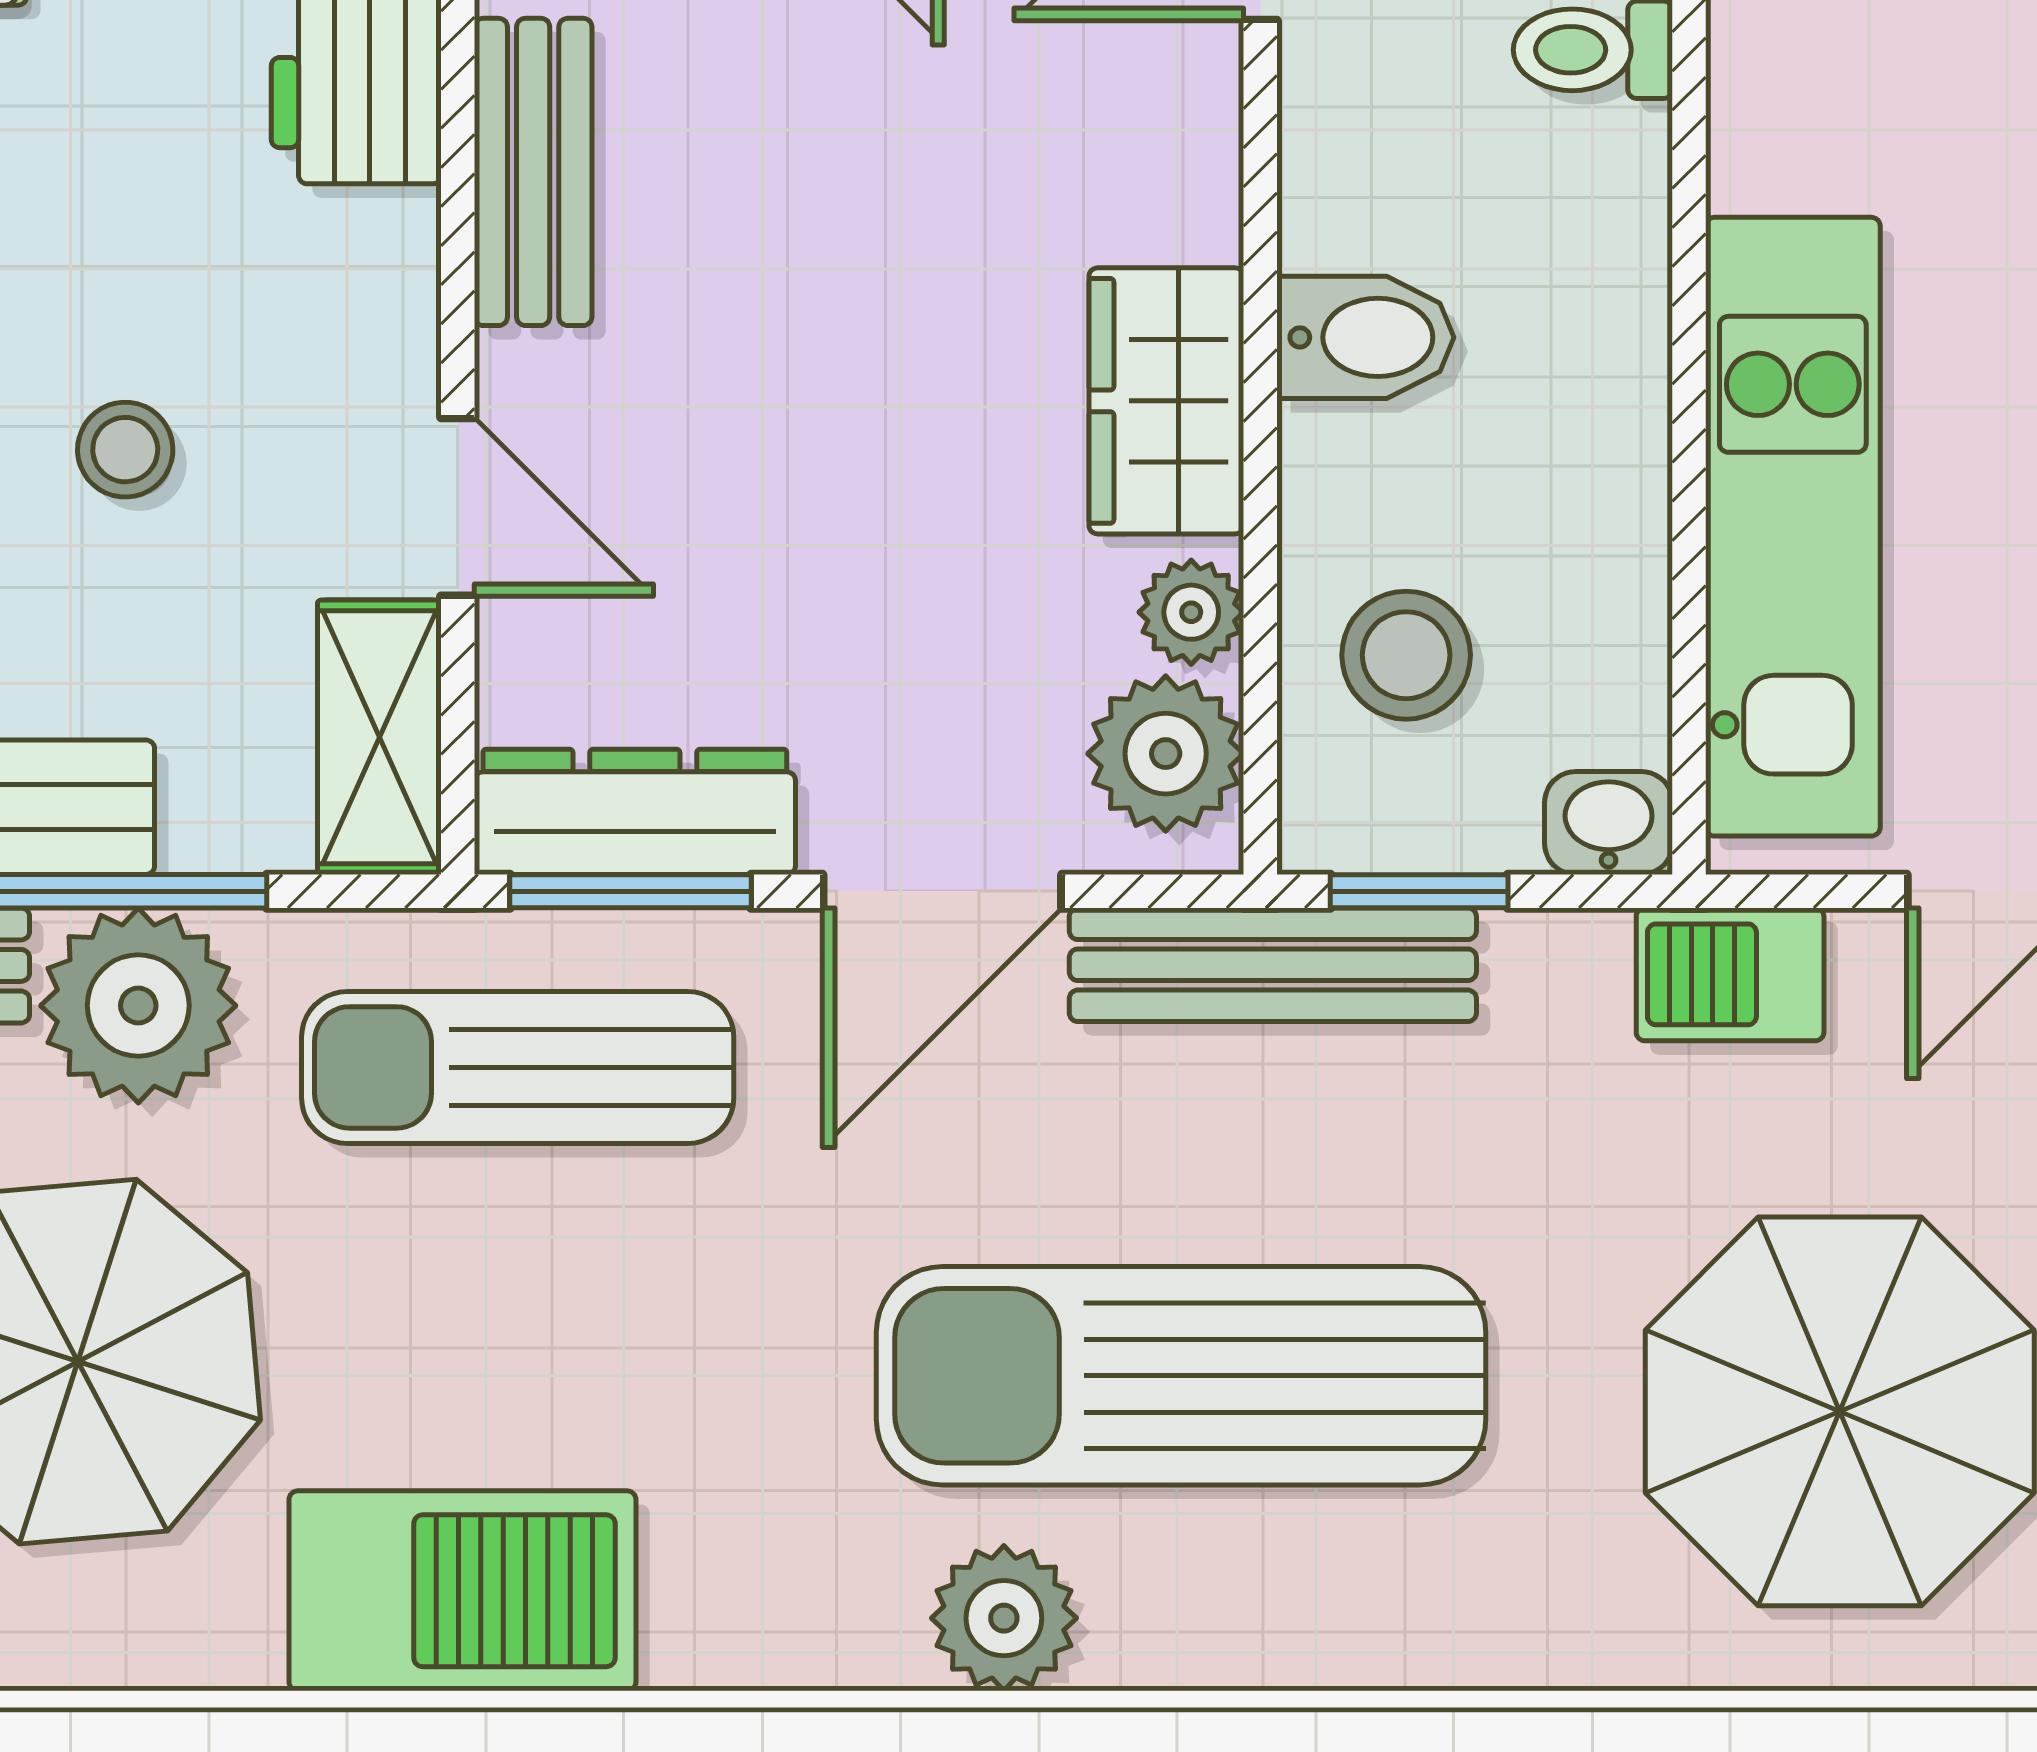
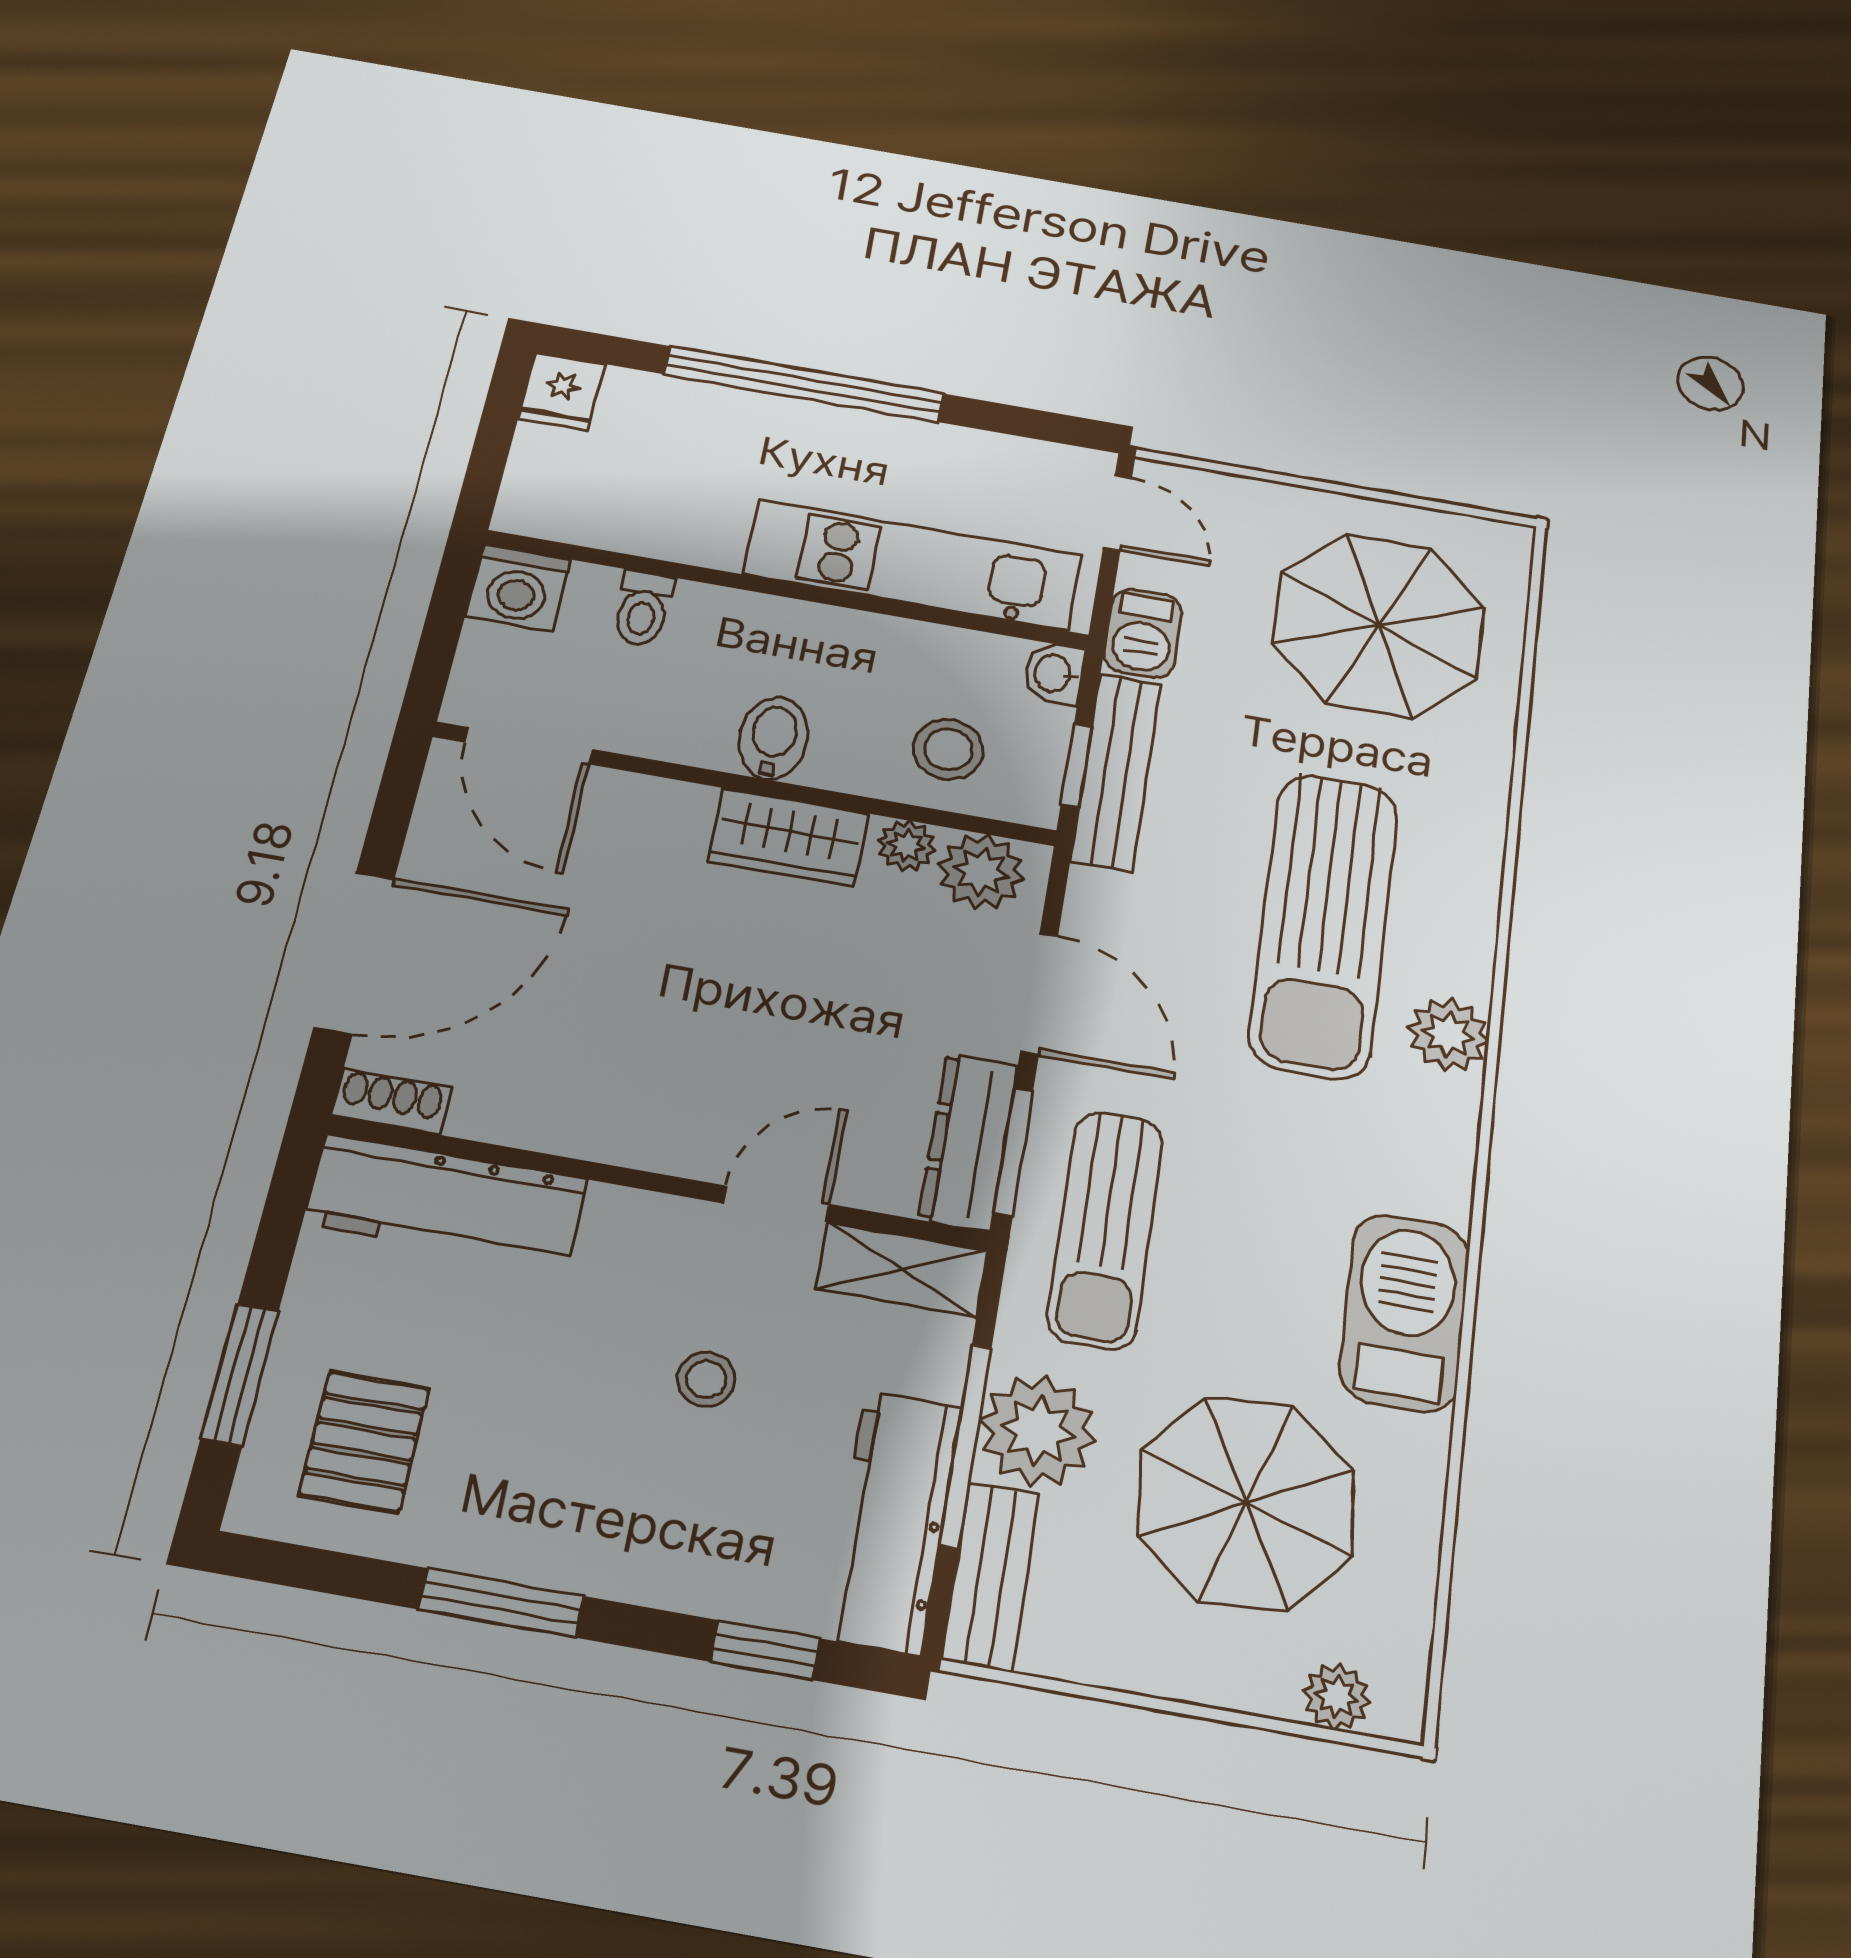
bench: (533, 172) -> (591, 1130), removed
bench: (1273, 965) -> (1116, 771), moved

